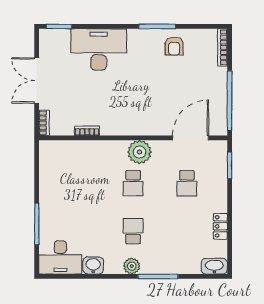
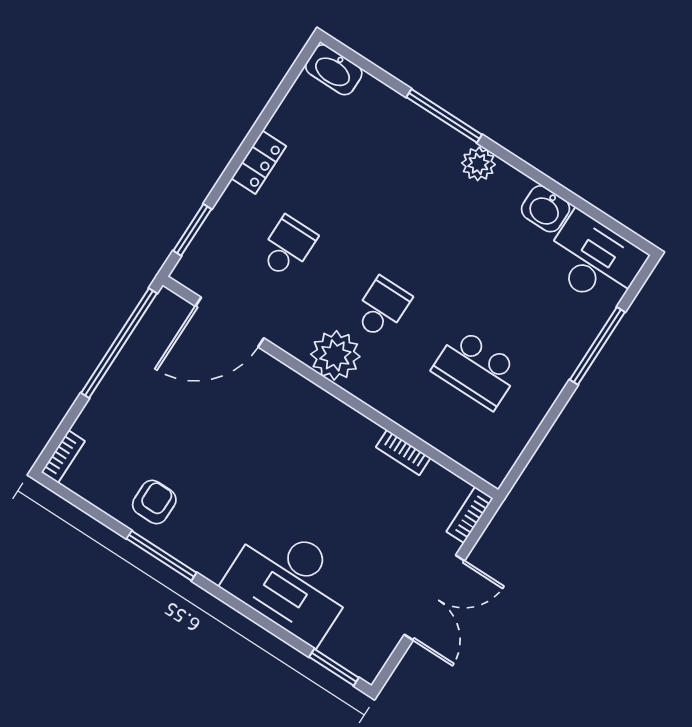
bookcase: (222, 47) -> (63, 457), width x0.64
locker: (220, 226) -> (259, 162), moved
school desk: (133, 231) -> (476, 369), moved, width x1.85

